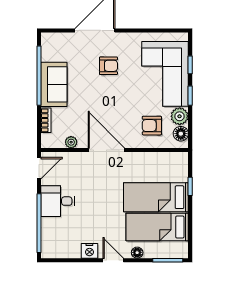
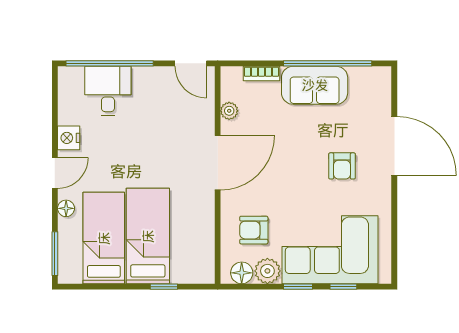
armchair: (152, 126) -> (254, 230), turned -90
desk: (58, 201) -> (108, 91), moved

